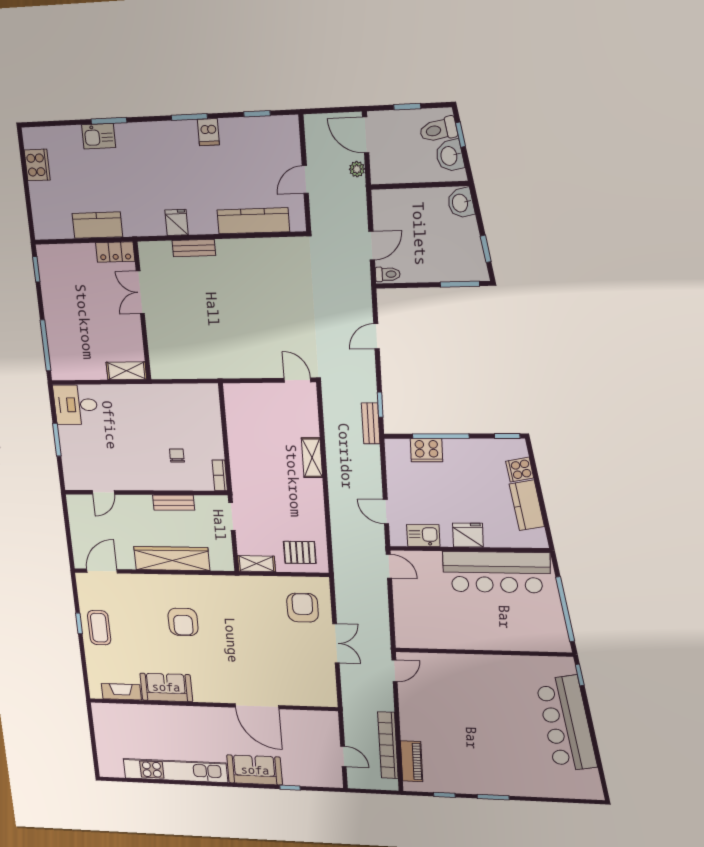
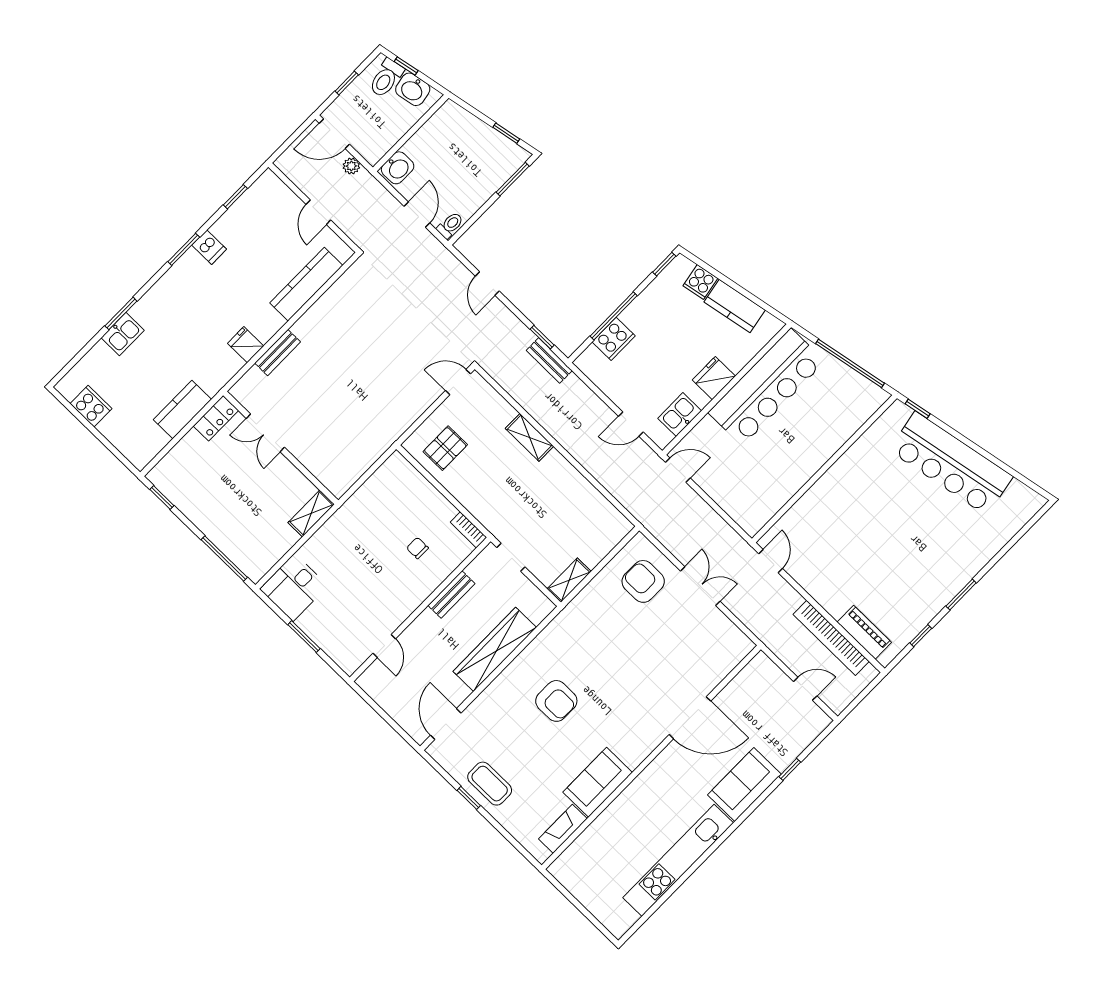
washbasin: (461, 203) -> (398, 168), moved, turned -79
pallet: (300, 552) -> (445, 448), moved

